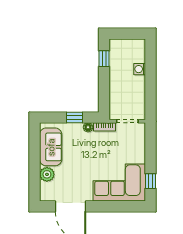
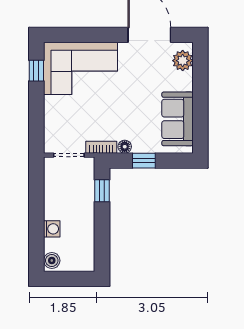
boiler: (140, 47) -> (52, 261), added
window: (104, 59) -> (102, 191), moved
plant: (47, 174) -> (183, 61), moved

